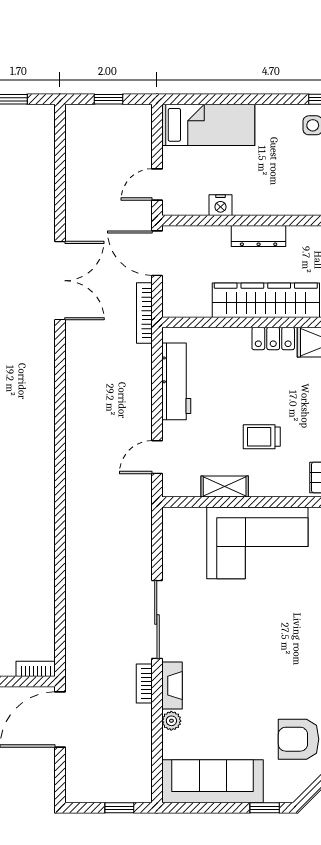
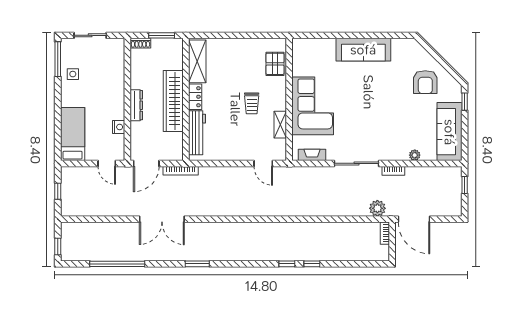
double door: (60, 281) -> (162, 219), swing flipped
workbench: (176, 381) -> (197, 133), moved, turned 90
plant: (79, 656) -> (377, 208), added
fireplace: (172, 686) -> (312, 155), moved

